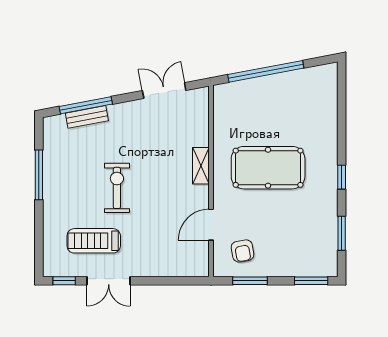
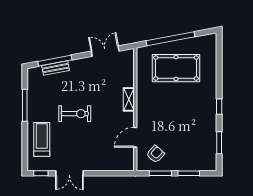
pool table: (268, 168) -> (176, 68), moved
exercise bike: (117, 188) -> (75, 114), turned 90
treadmill: (94, 241) -> (42, 139), moved, turned 90
armchair: (243, 251) -> (155, 154), turned -128
window: (311, 281) -> (189, 173), moved

